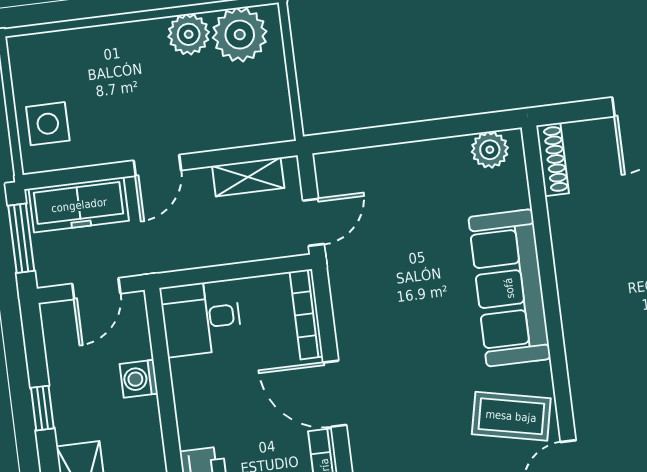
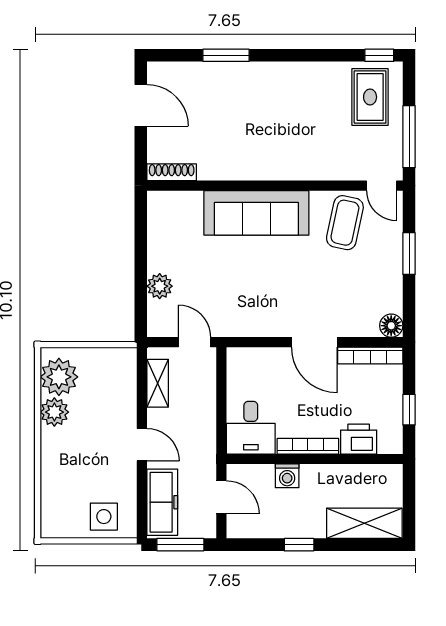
plant: (490, 150) -> (160, 286), moved
bookcase: (306, 314) -> (308, 446), moved, turned 180
door: (335, 394) -> (314, 342), hinge flipped

